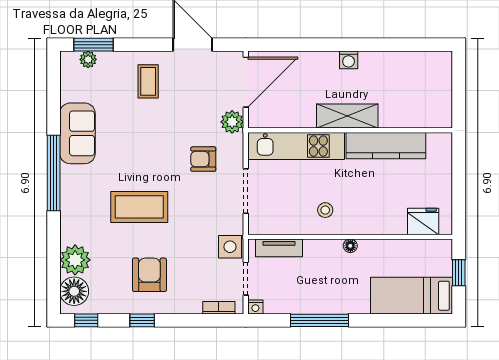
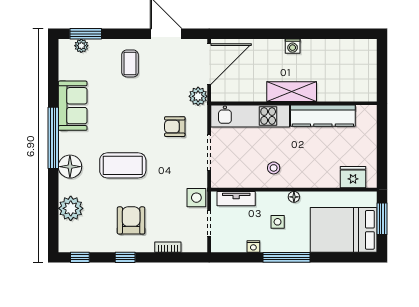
window: (459, 273) -> (382, 219), width x1.50
side table: (330, 276) -> (278, 222), added
floor lamp: (74, 291) -> (70, 167), moved
bed: (411, 296) -> (344, 230), width x1.50
nightstand: (255, 307) -> (253, 247), moved
bookcase: (219, 308) -> (168, 247), moved
window: (320, 320) -> (287, 257), moved

